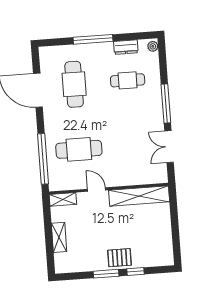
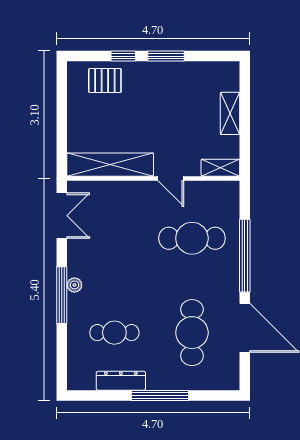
plant: (153, 46) -> (74, 285), moved
dresser: (126, 47) -> (121, 381), width x1.44
double door: (169, 147) -> (62, 216), moved
window: (43, 159) -> (245, 256), moved
pallet: (120, 258) -> (105, 81), moved

